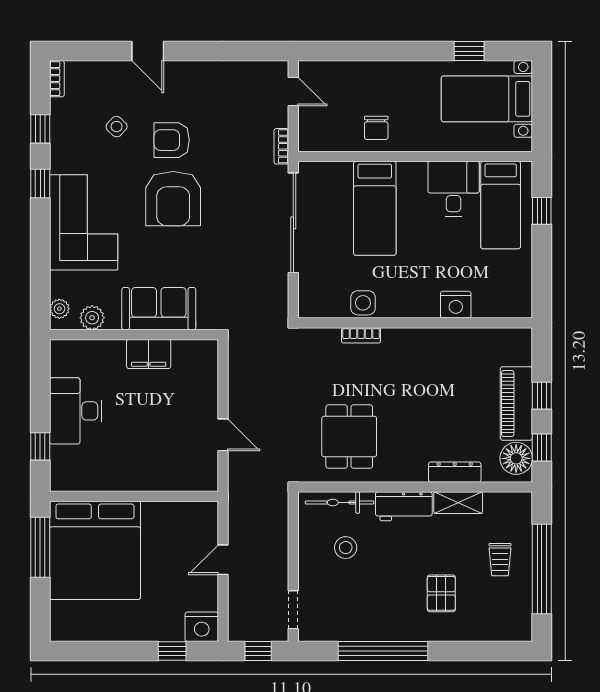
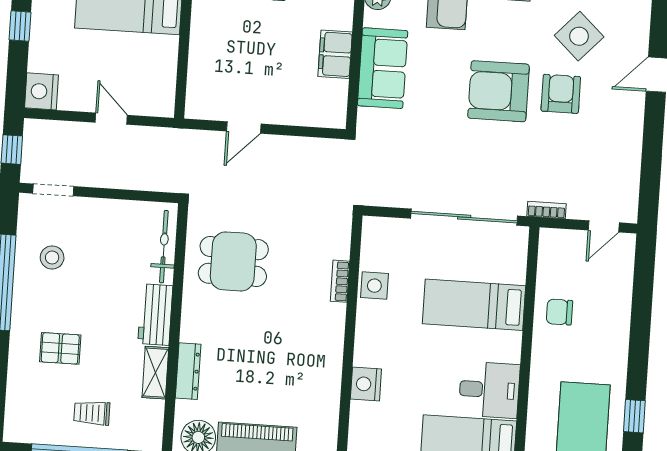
side table: (117, 127) -> (579, 36), width x1.87, depth x1.87
stool: (346, 548) -> (52, 257), moved
window: (172, 651) -> (20, 26), moved

